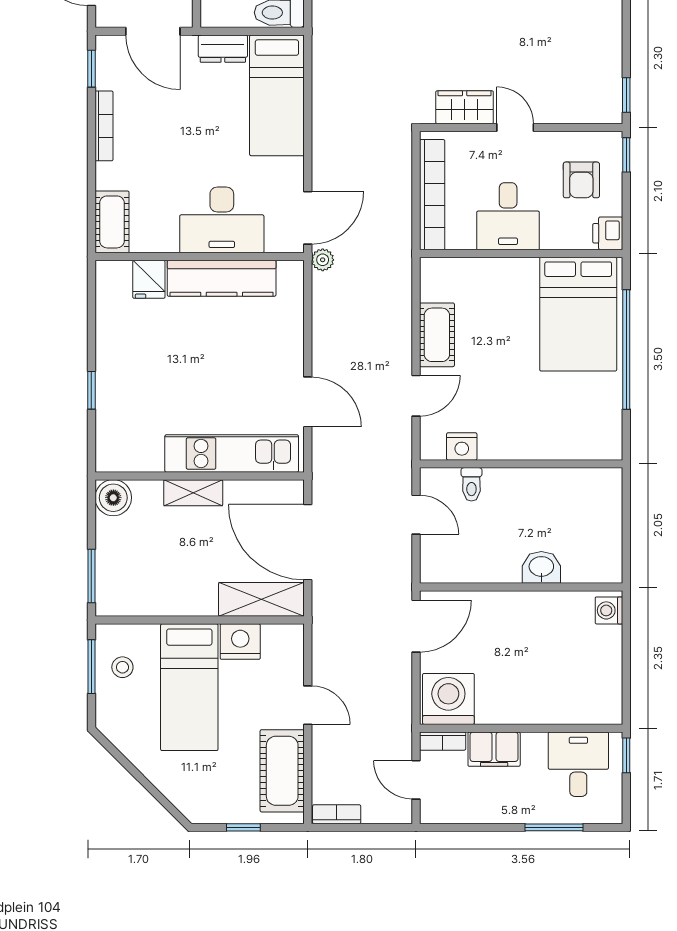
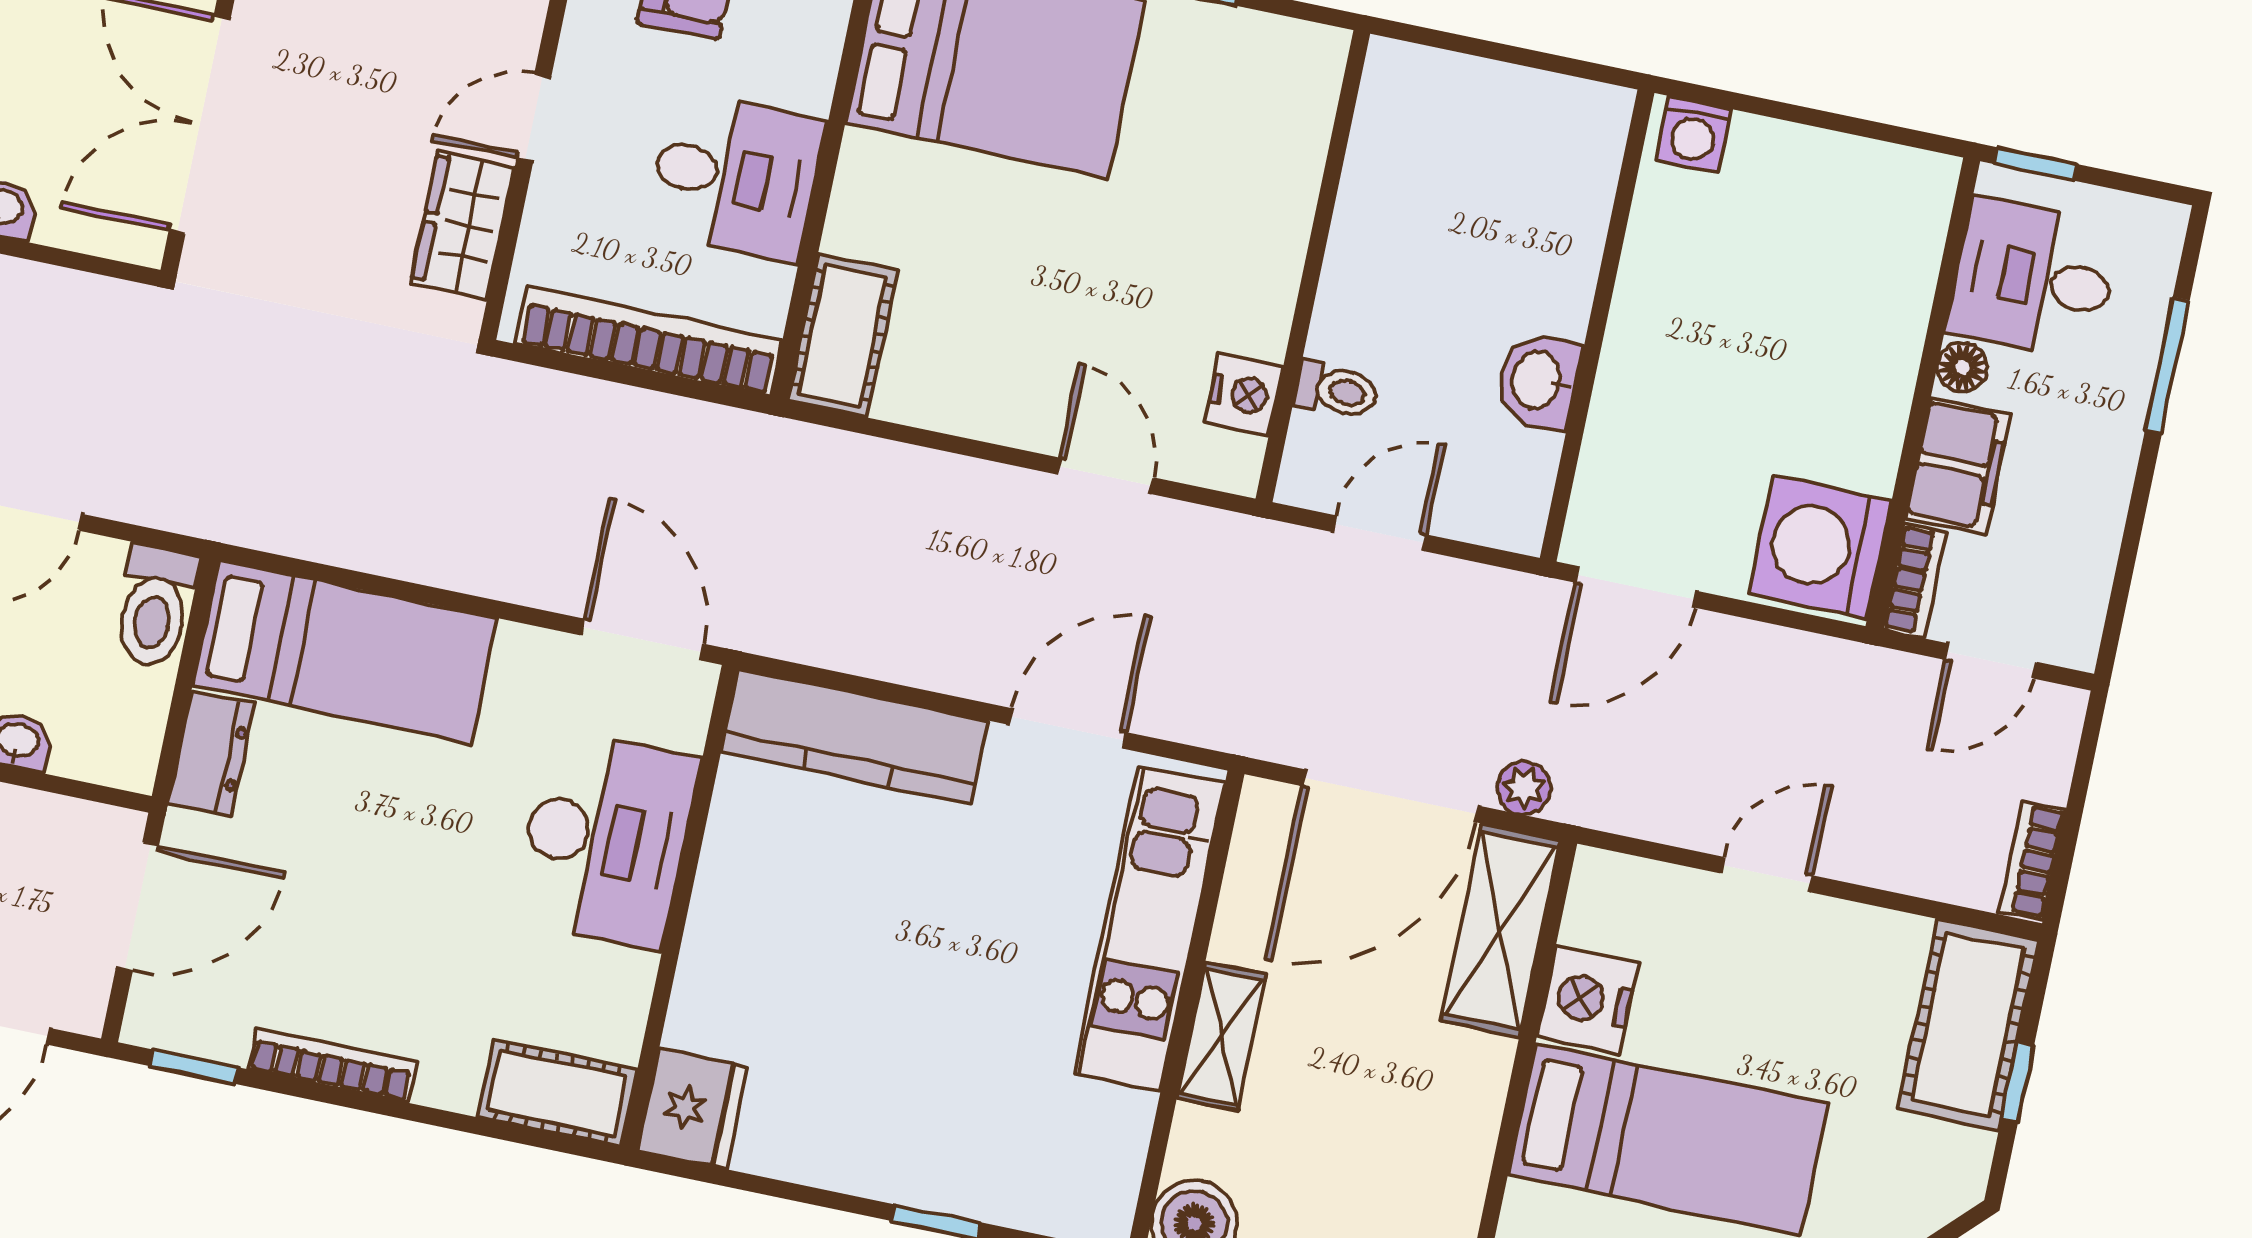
plant: (323, 260) -> (1524, 788), moved
kitchen counter: (222, 278) -> (855, 736), moved, turned 90
fridge: (149, 279) -> (693, 1109), moved, width x1.38
cot: (437, 335) -> (843, 335), moved, turned 90
washbasin: (541, 567) -> (1538, 381), moved
door: (416, 626) -> (1636, 587), swing flipped
floor lamp: (535, 742) -> (1962, 367), added
cot: (282, 771) -> (1968, 1025), moved, turned 90

